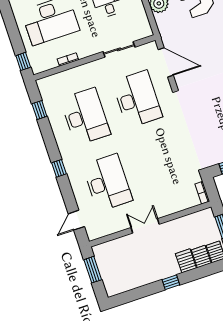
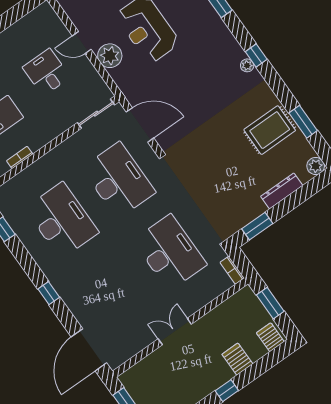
sliding door: (119, 49) -> (96, 114), moved
desk: (107, 183) -> (170, 252), moved
door: (76, 220) -> (89, 350), width x1.87
server rack: (201, 256) -> (254, 348), removed

